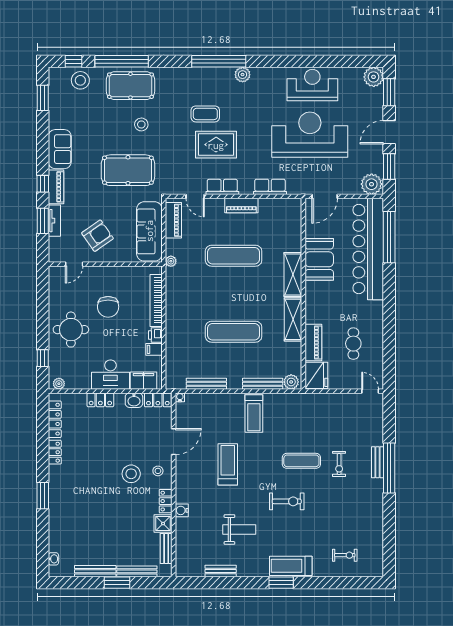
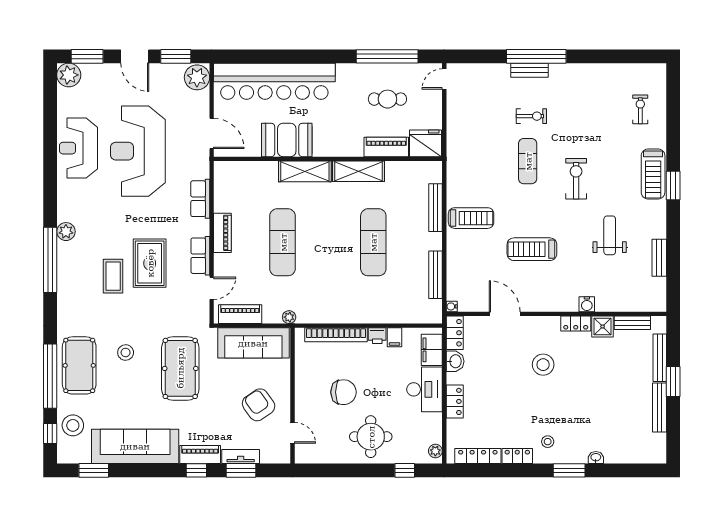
sofa: (60, 149) -> (135, 446), width x1.85, depth x1.27
window: (389, 237) -> (387, 56), moved
plant: (291, 382) -> (433, 173), removed
stool: (158, 471) -> (548, 442), moved
washbasin: (53, 559) -> (596, 458), moved

